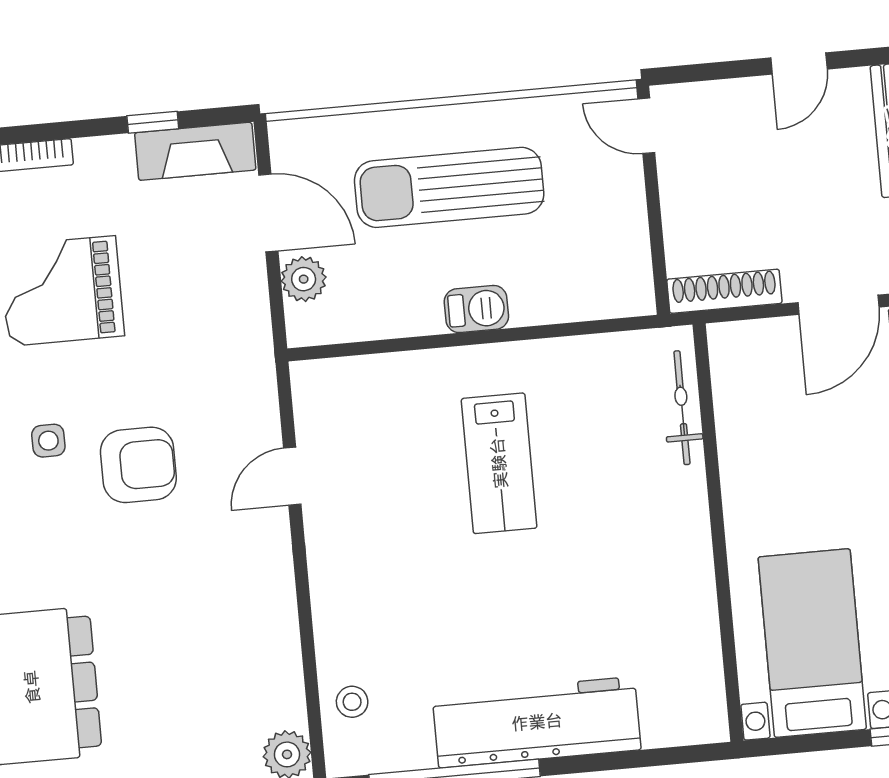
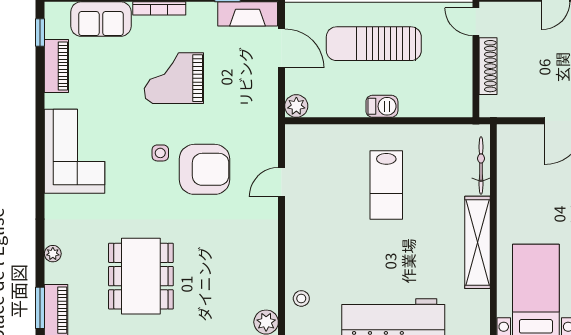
plant: (304, 279) -> (296, 106), moved
shoe rack: (724, 291) -> (488, 66), moved, turned 90
armchair: (138, 465) -> (204, 169), width x1.36, depth x1.36
shelving: (689, 560) -> (478, 242), added

